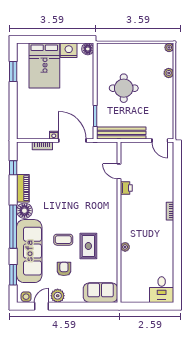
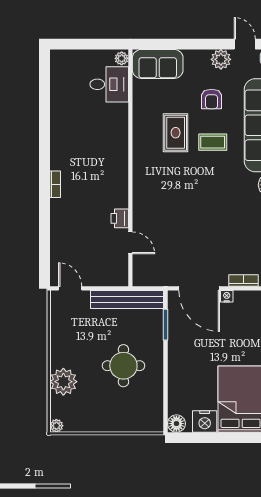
plant: (169, 73) -> (63, 382), width x1.87, depth x1.87
plant: (125, 247) -> (122, 58), moved
desk: (162, 290) -> (109, 84), moved, turned 90
door: (41, 306) -> (245, 44), swing flipped

